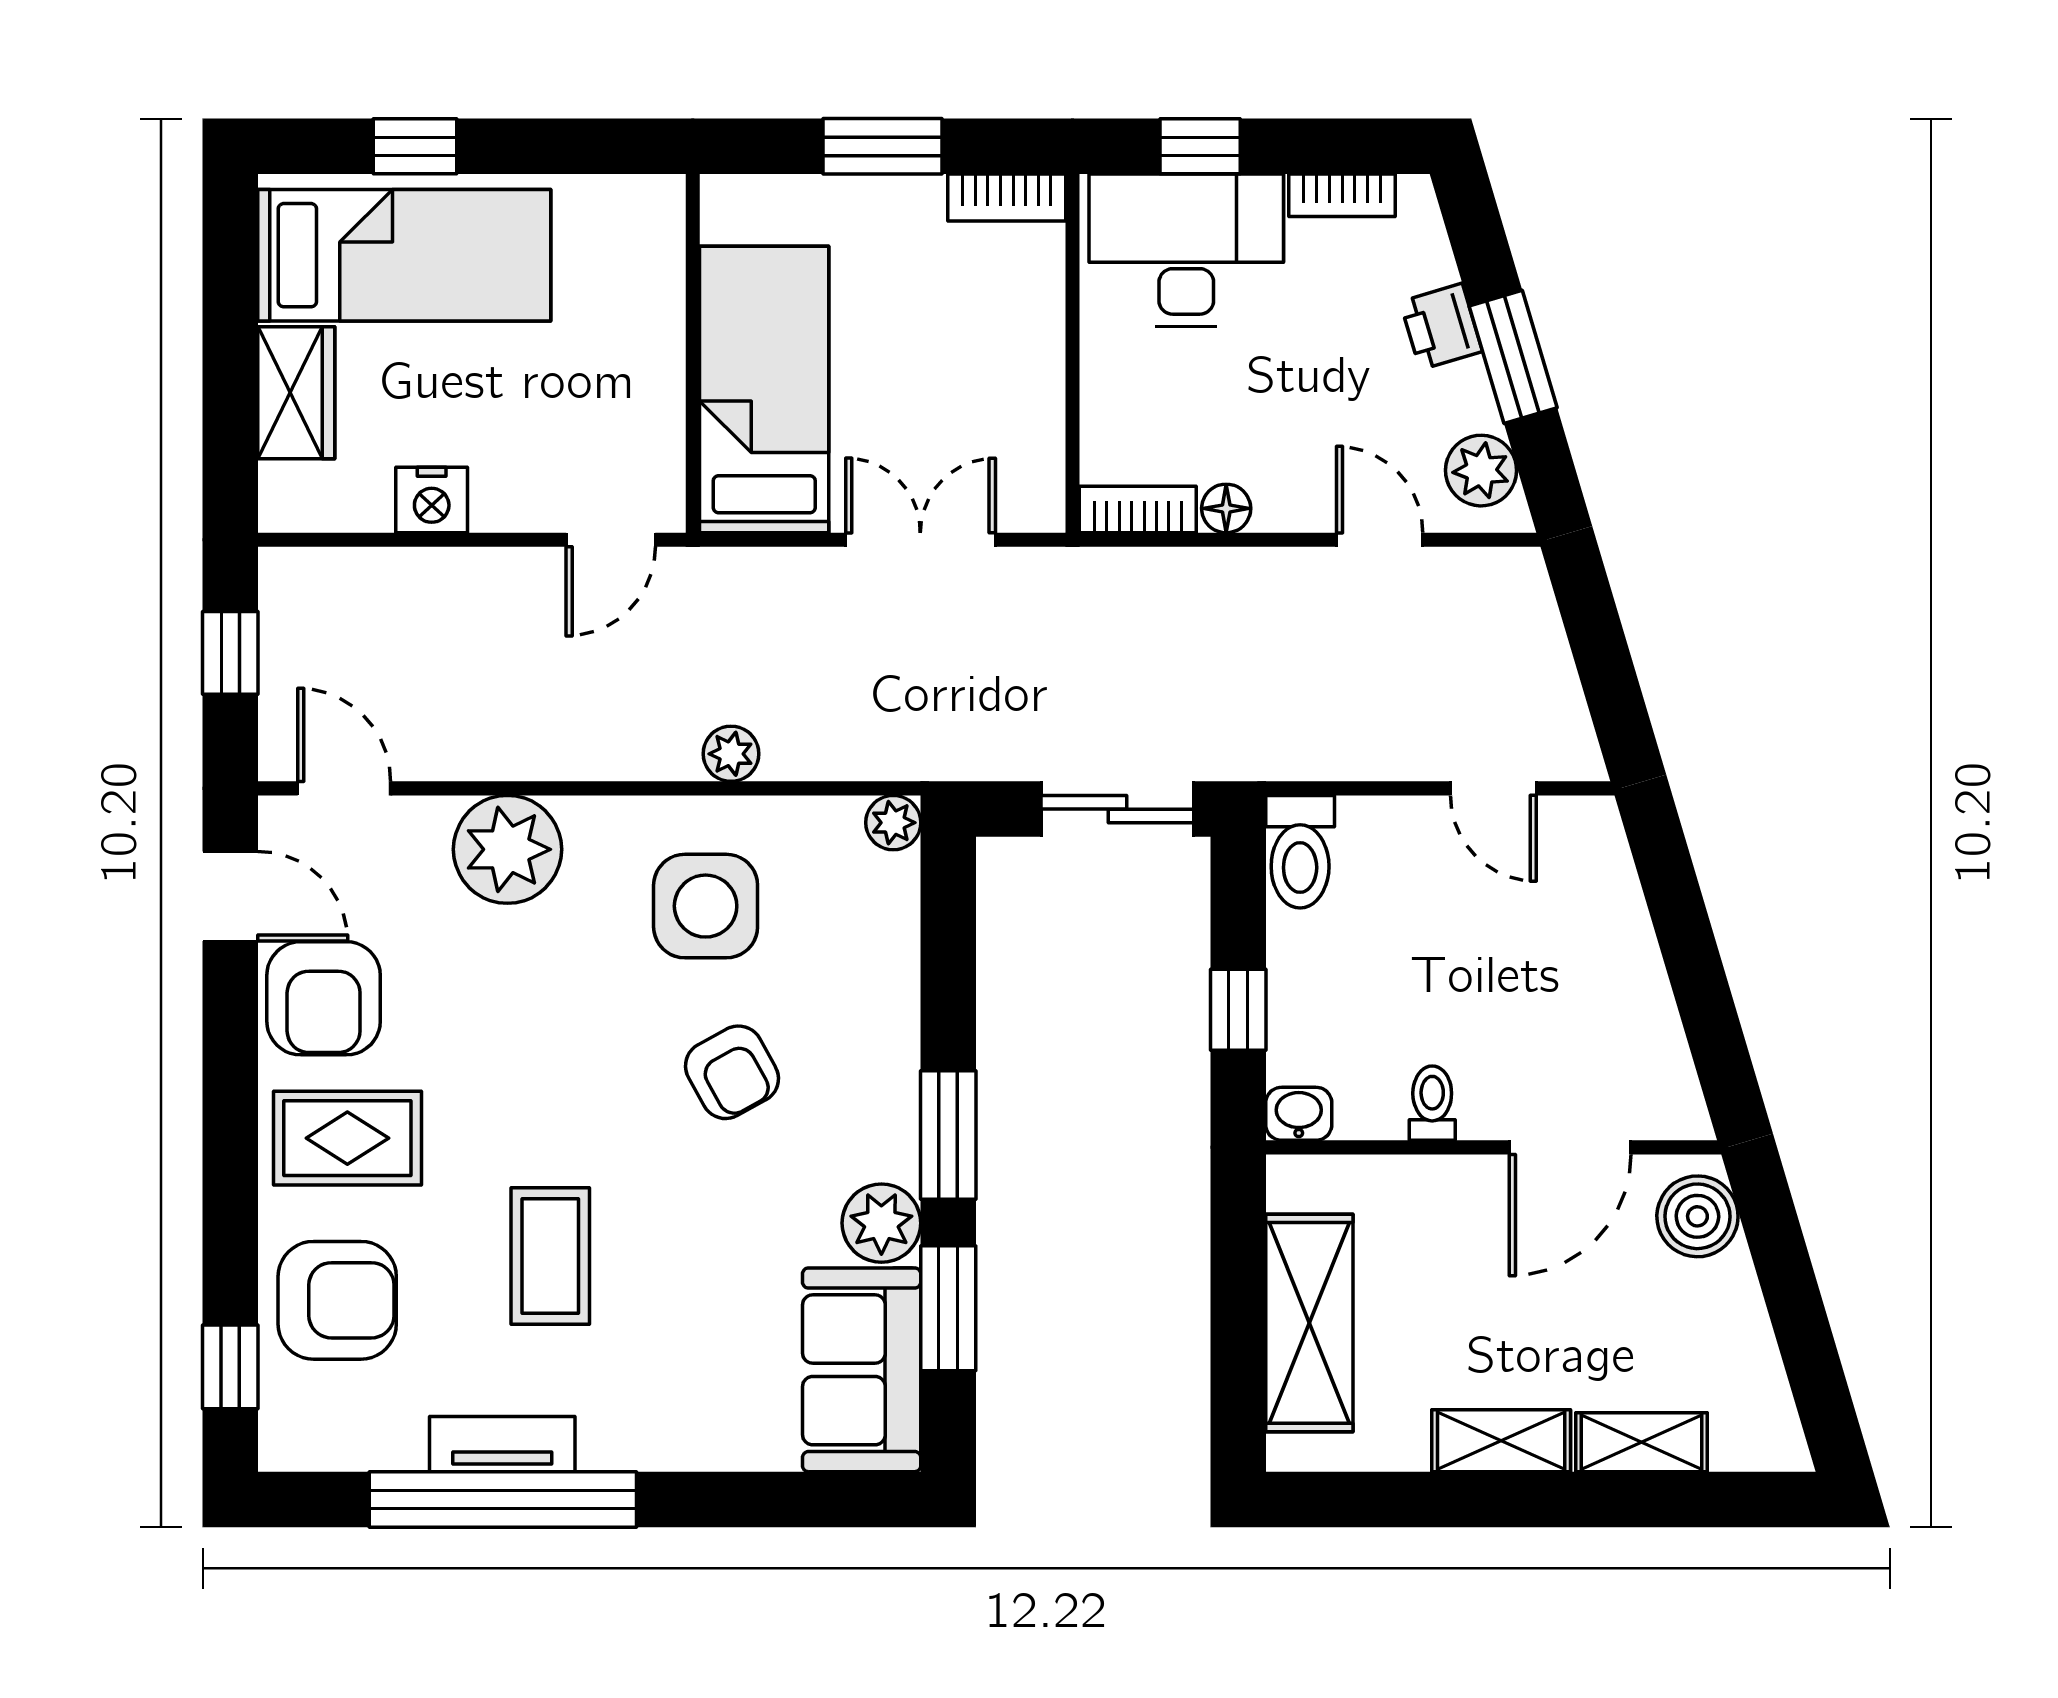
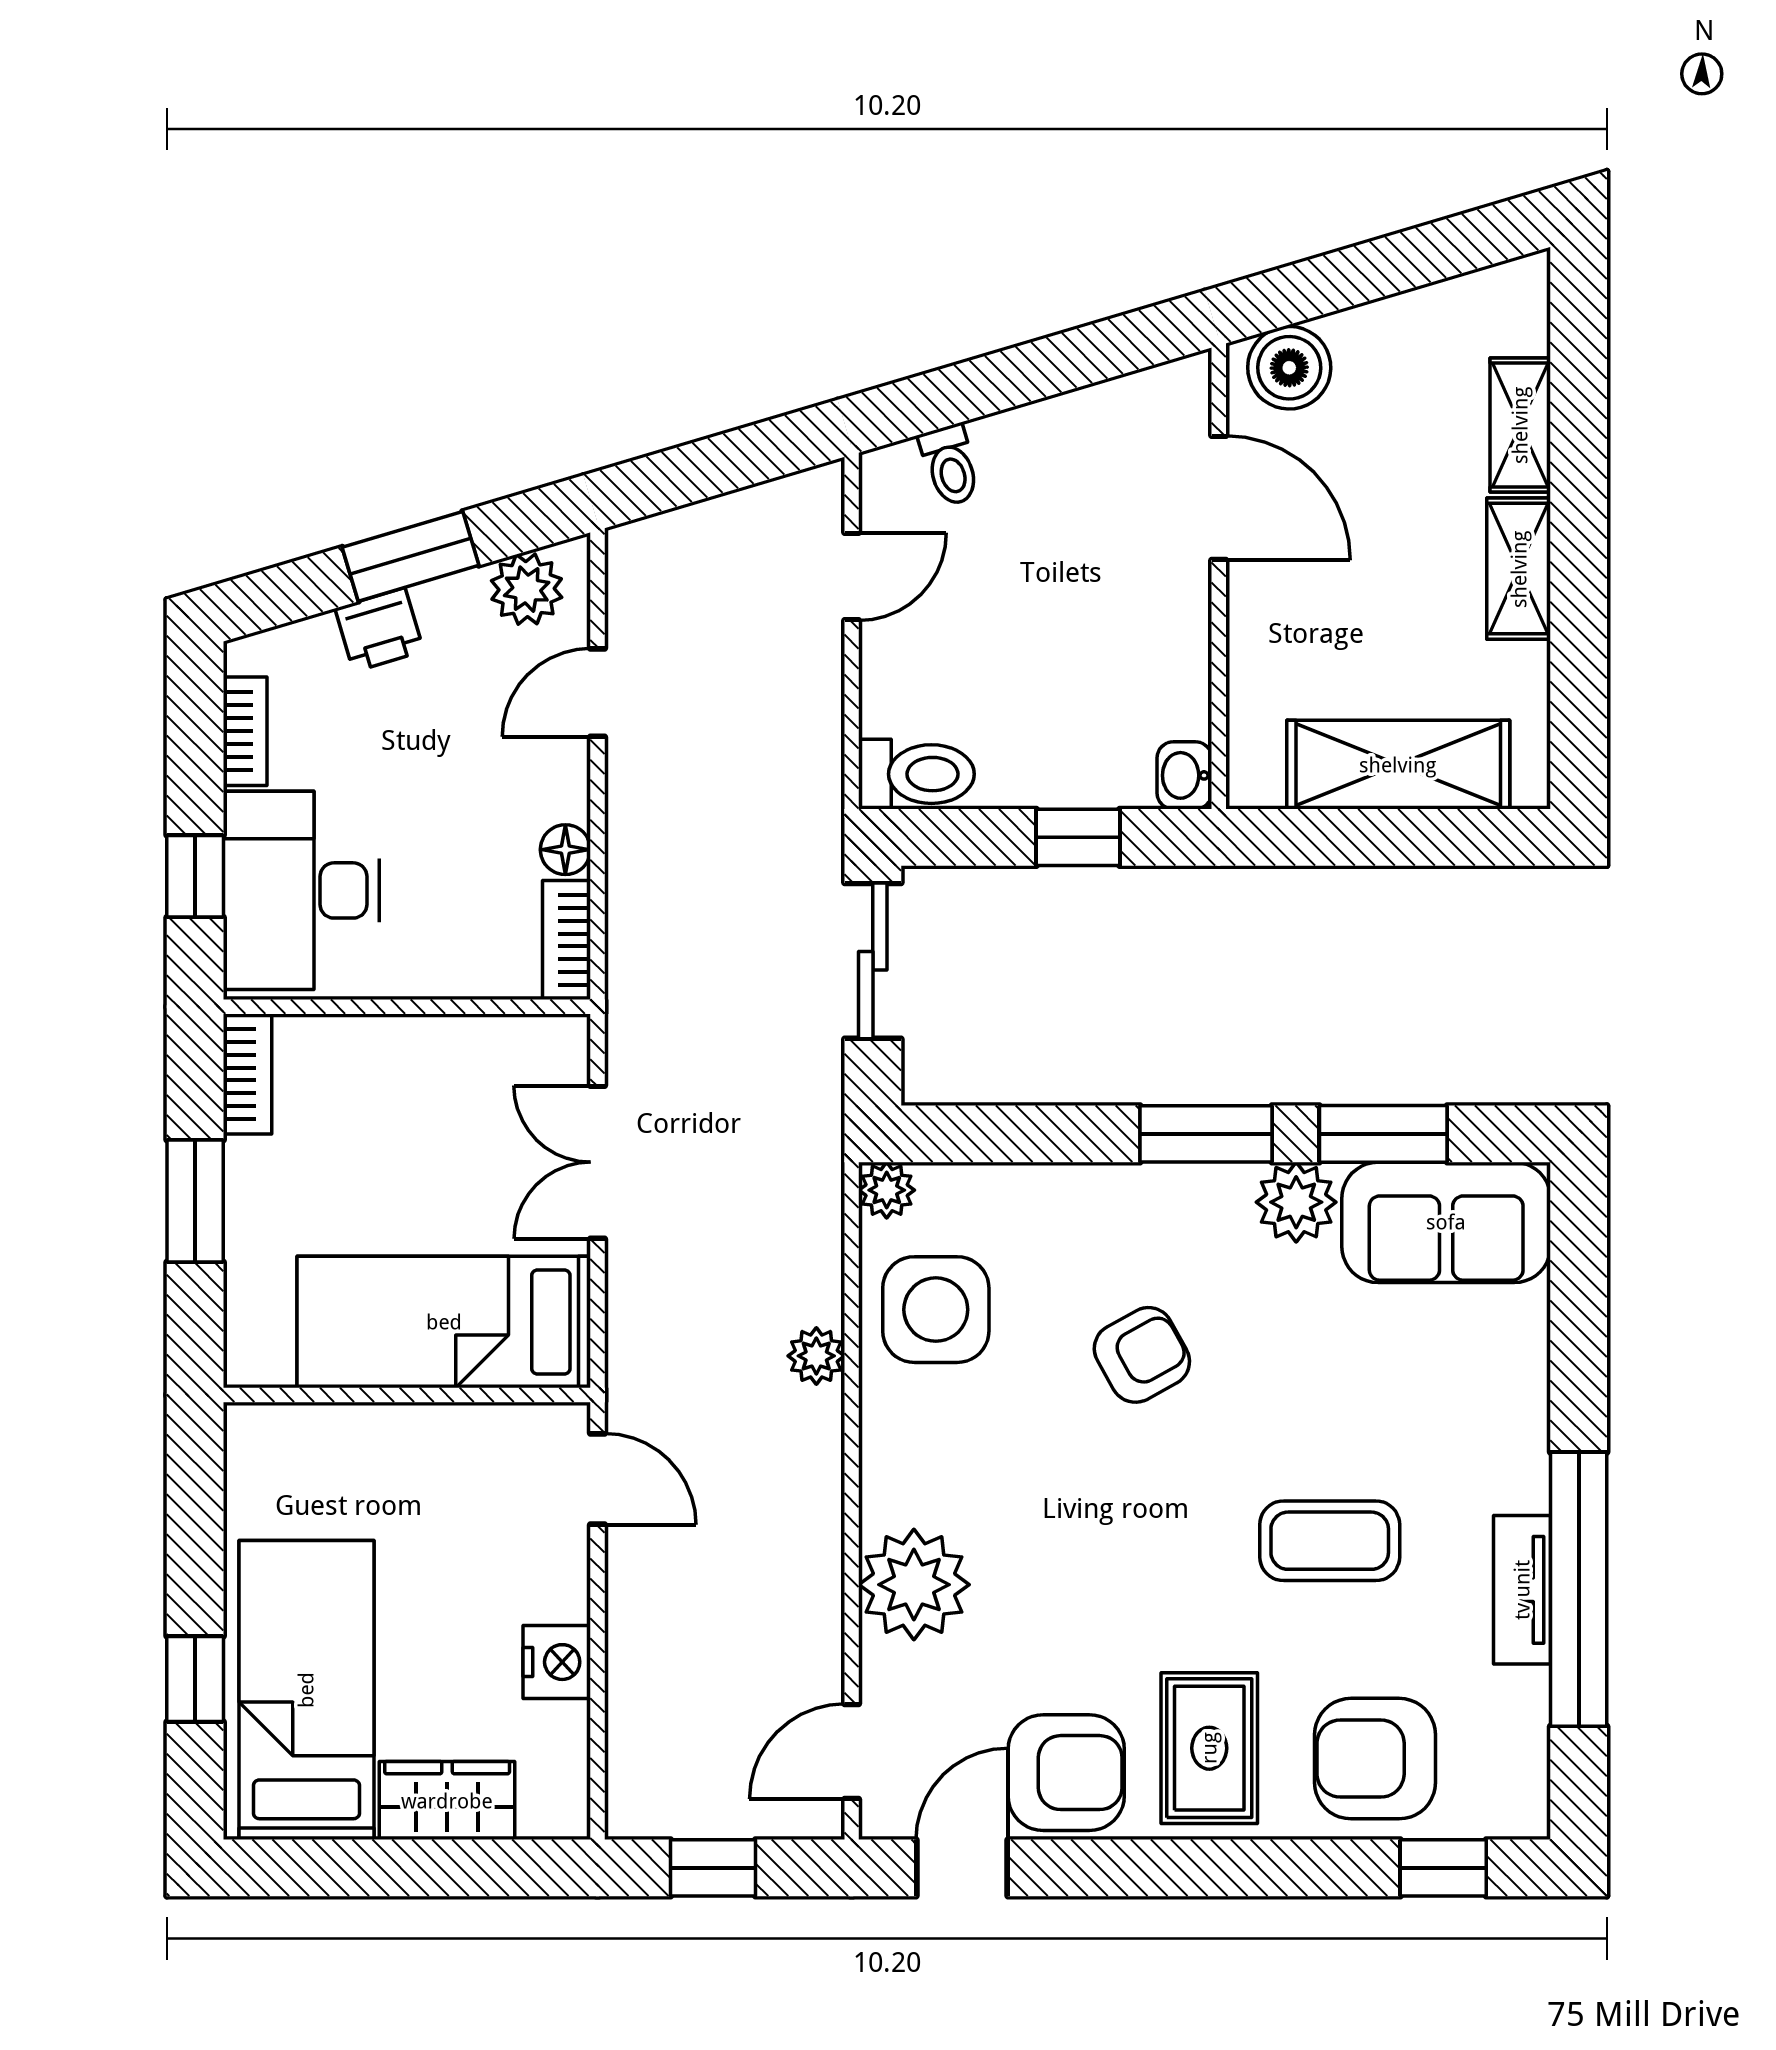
side table: (706, 906) -> (936, 1310), moved
toilet: (1432, 1103) -> (950, 465), moved, turned -107
armchair: (337, 1300) -> (1375, 1759), turned -90

